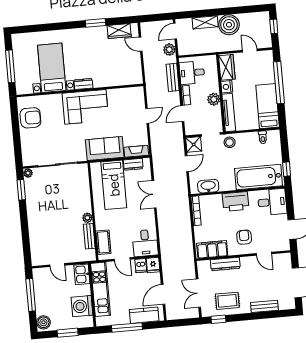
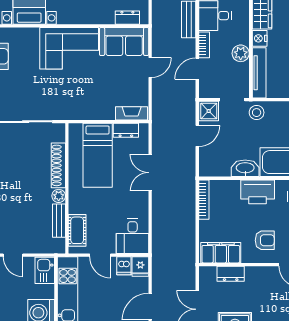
dresser: (83, 84) -> (127, 18), moved
sofa: (105, 149) -> (124, 42), moved, turned 180
washbasin: (208, 186) -> (245, 168), moved
shoe rack: (85, 195) -> (58, 165), added
armchair: (244, 237) -> (265, 240), turned 90
dresser: (225, 264) -> (231, 274), width x0.70

